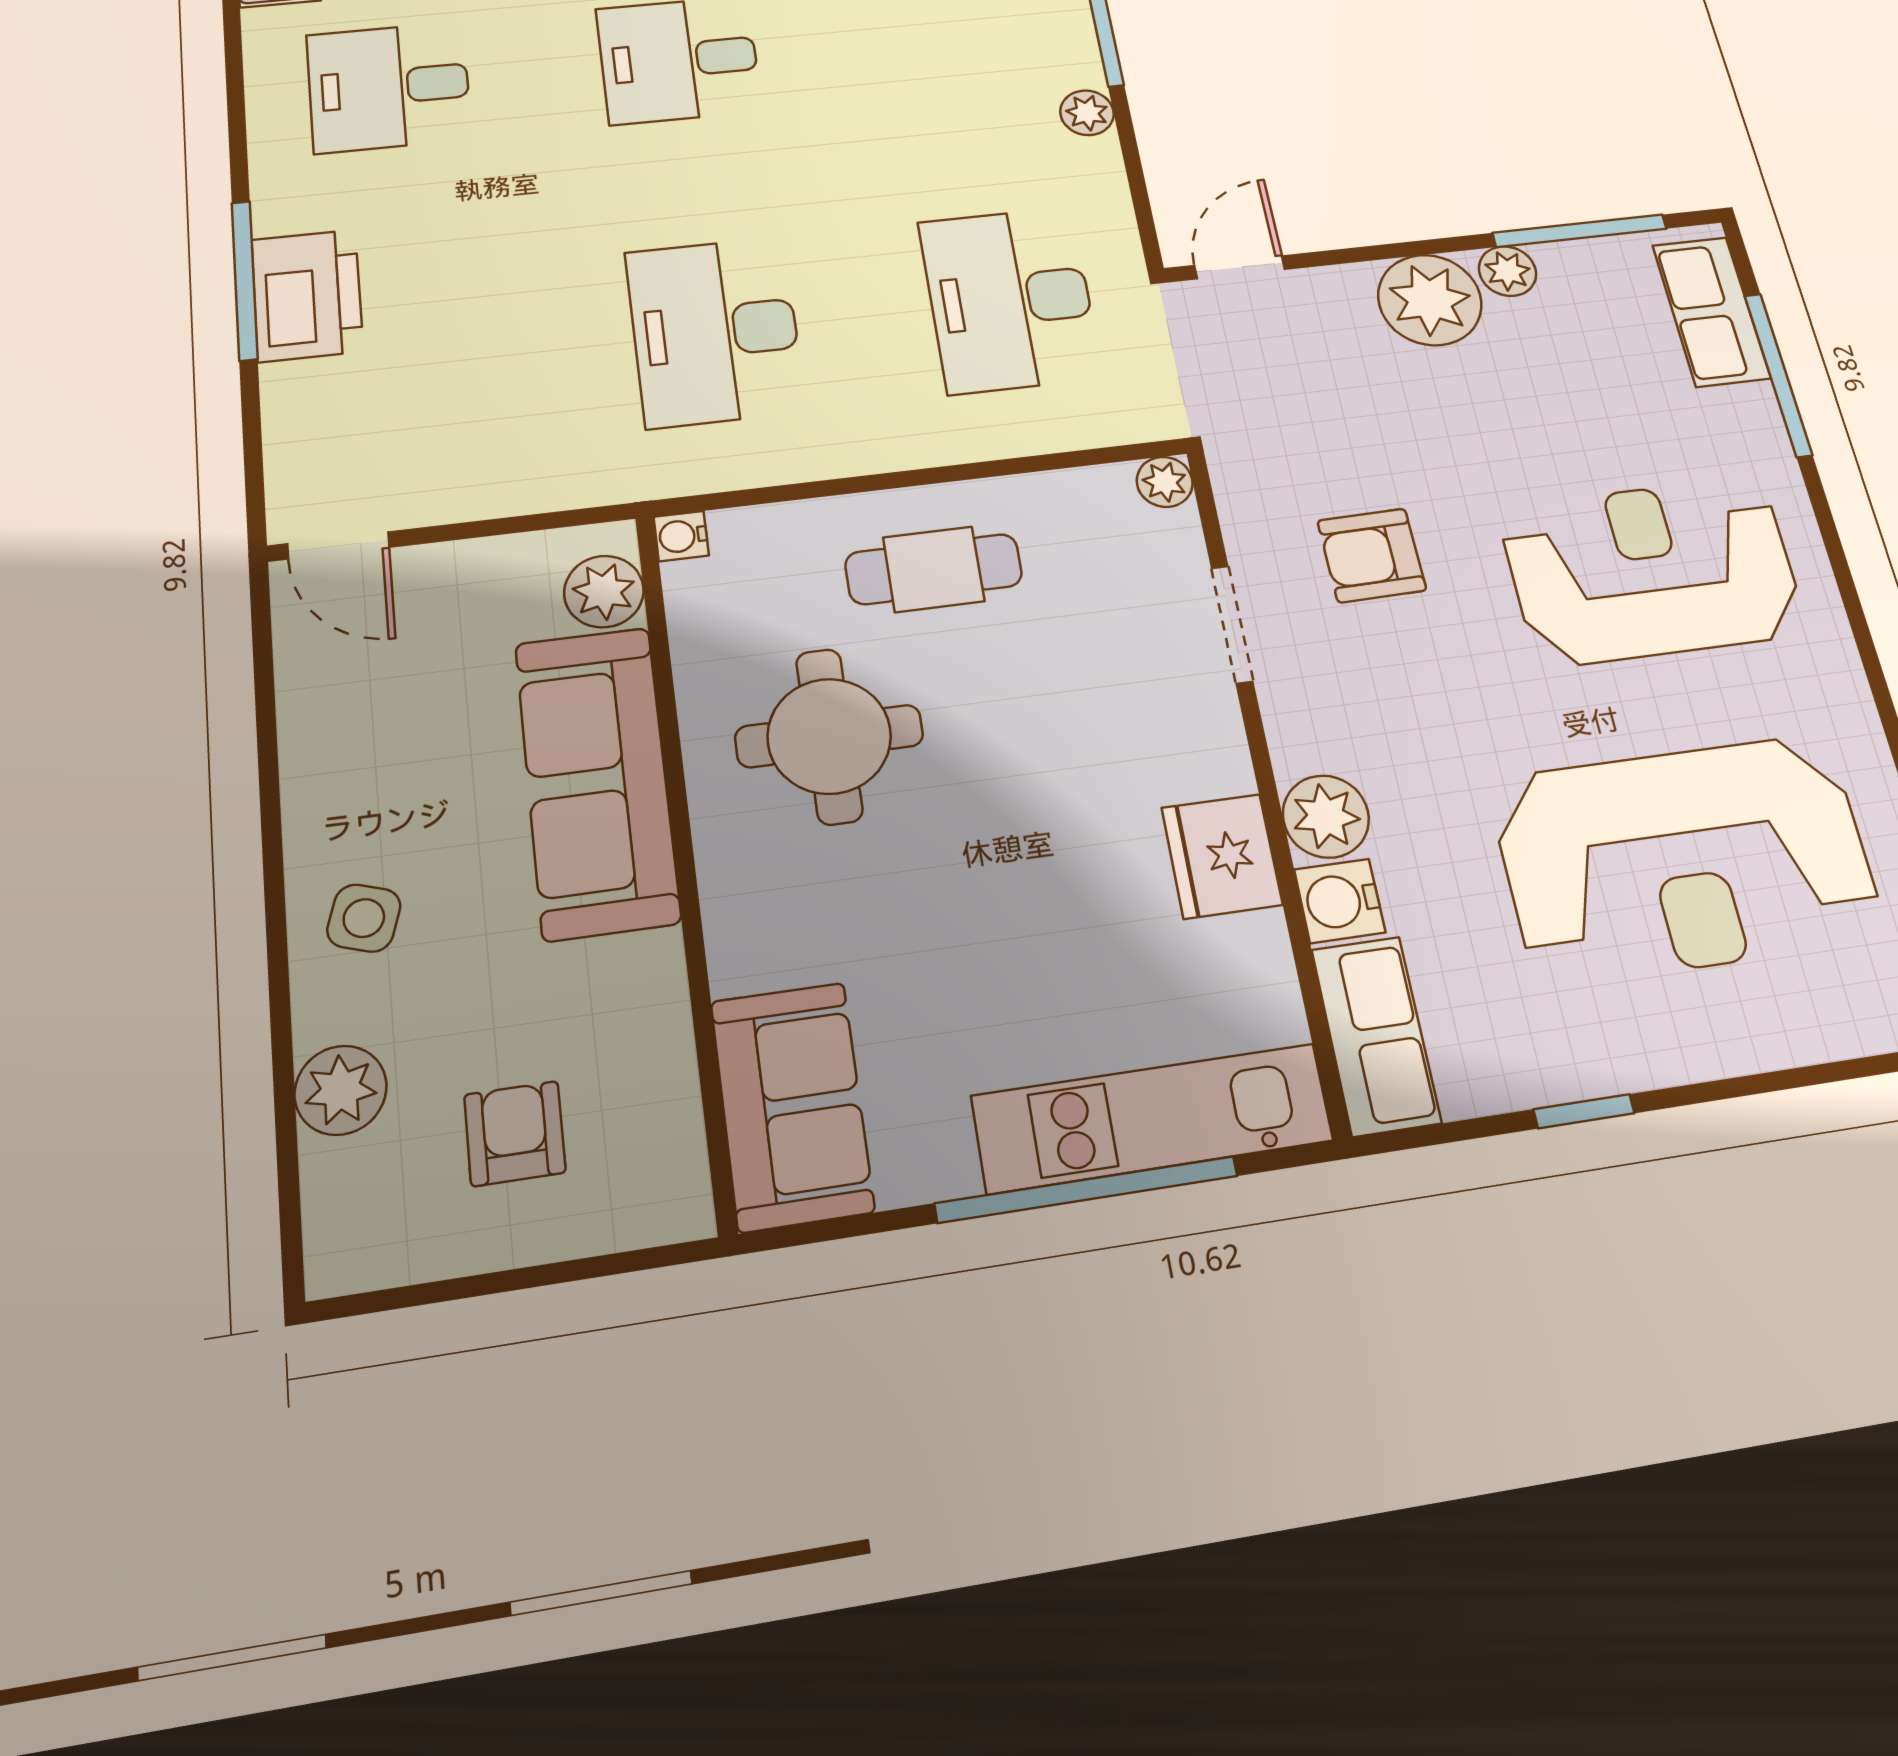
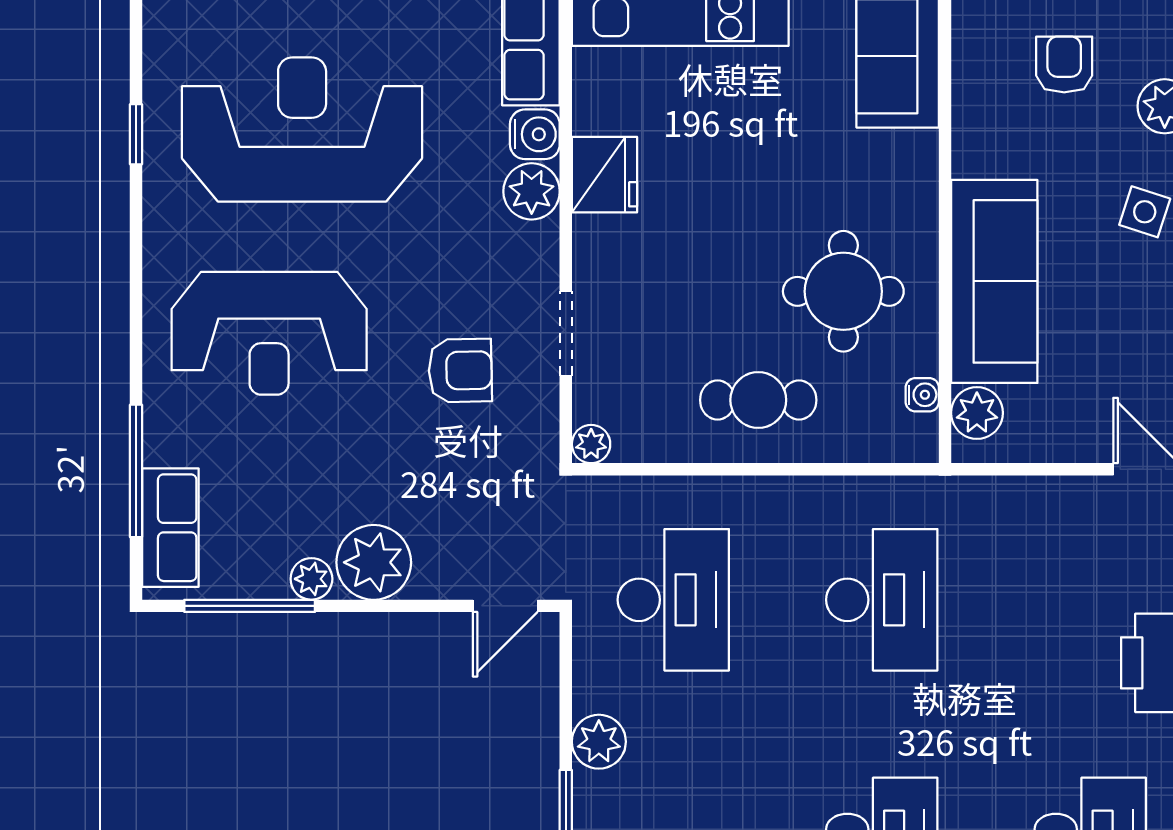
plant: (1087, 113) -> (599, 742), width x1.38, depth x1.38
water cooler: (681, 536) -> (922, 395), moved
armchair: (515, 1133) -> (1064, 65), turned 180

